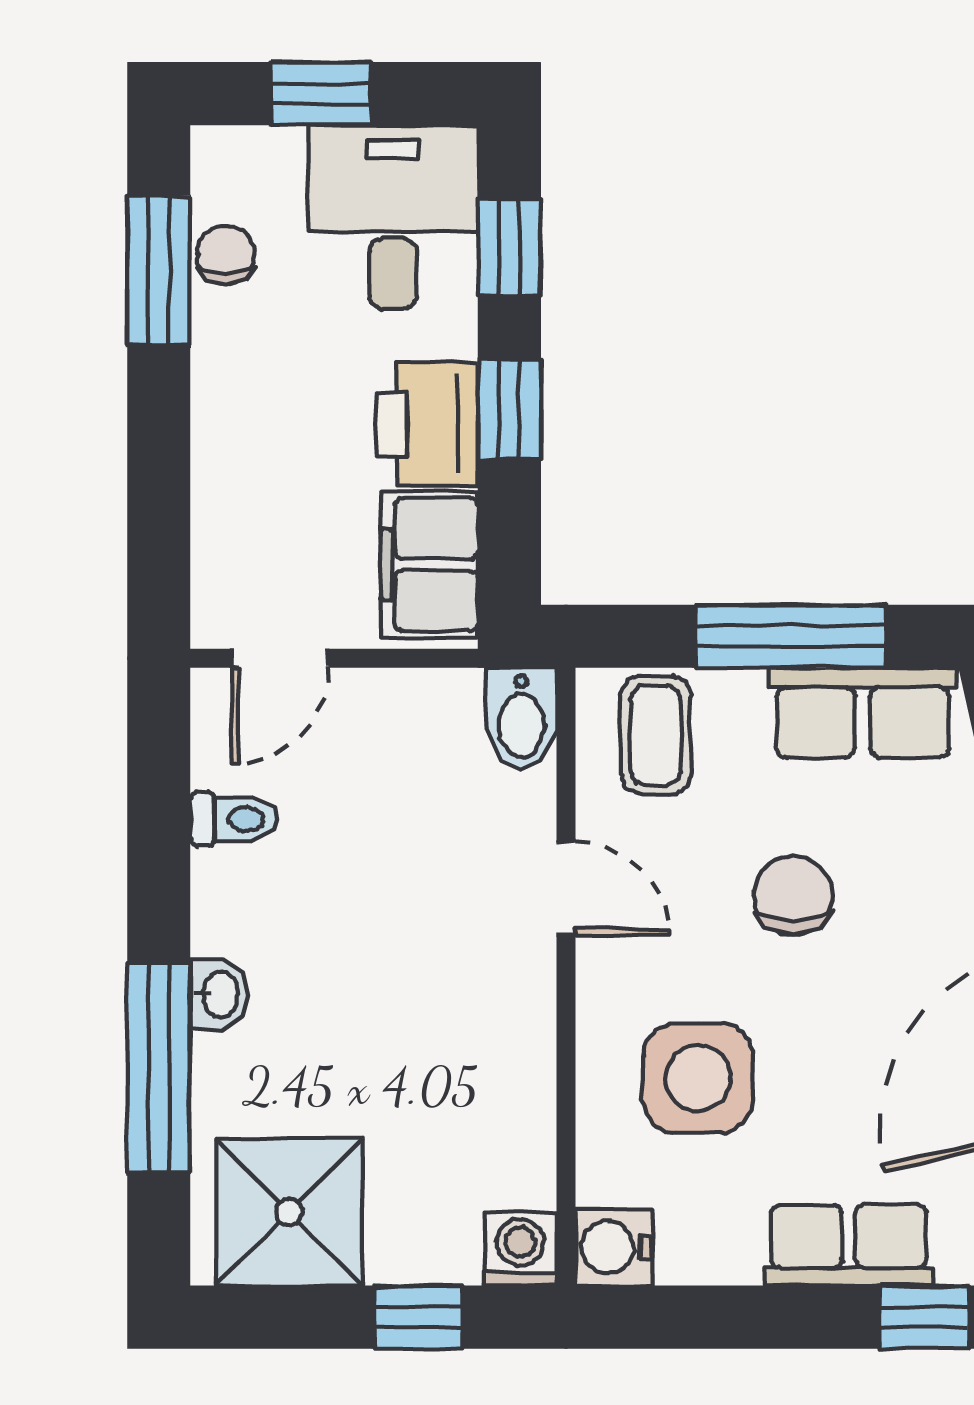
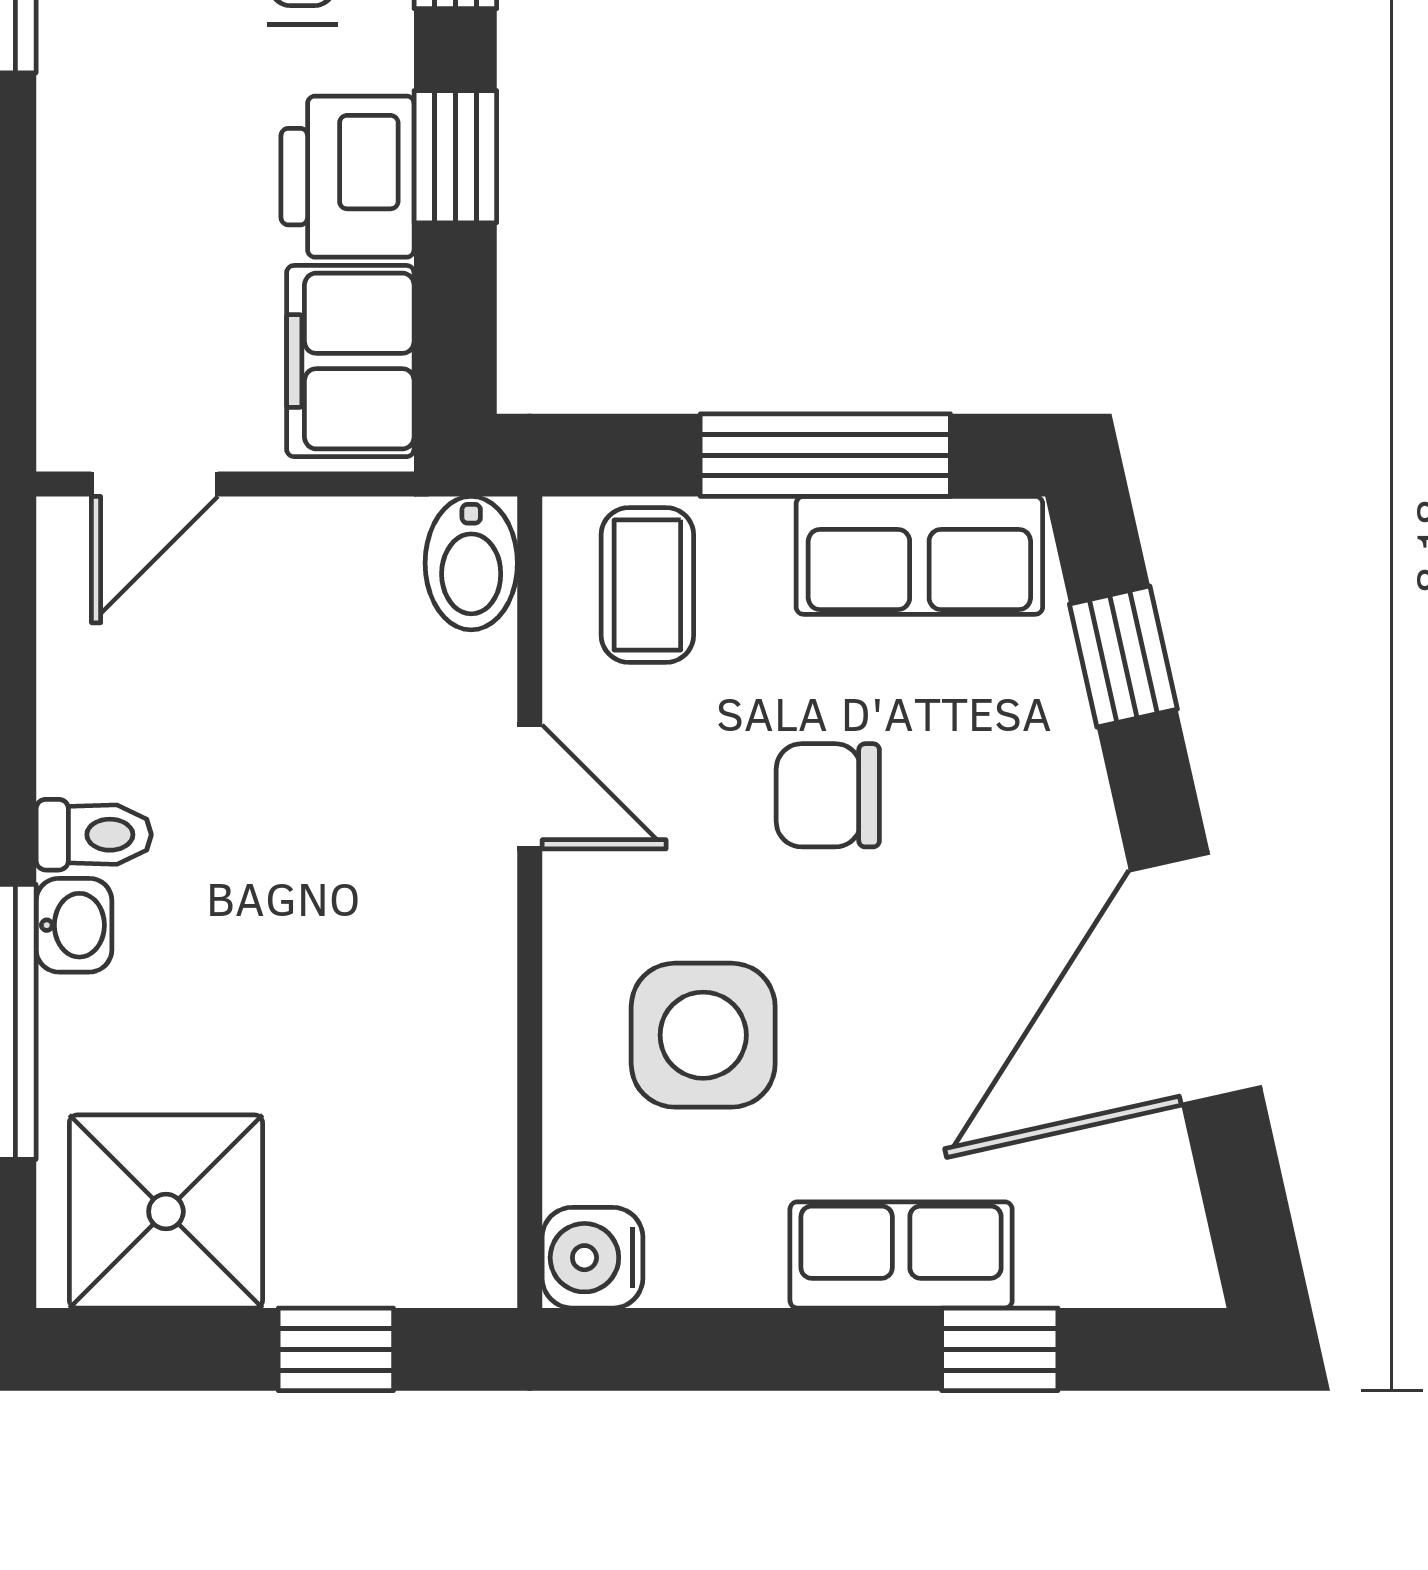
toilet: (234, 819) -> (94, 835), moved
chair: (793, 895) -> (828, 795), turned -90
washing machine: (520, 1249) -> (470, 1260), removed

